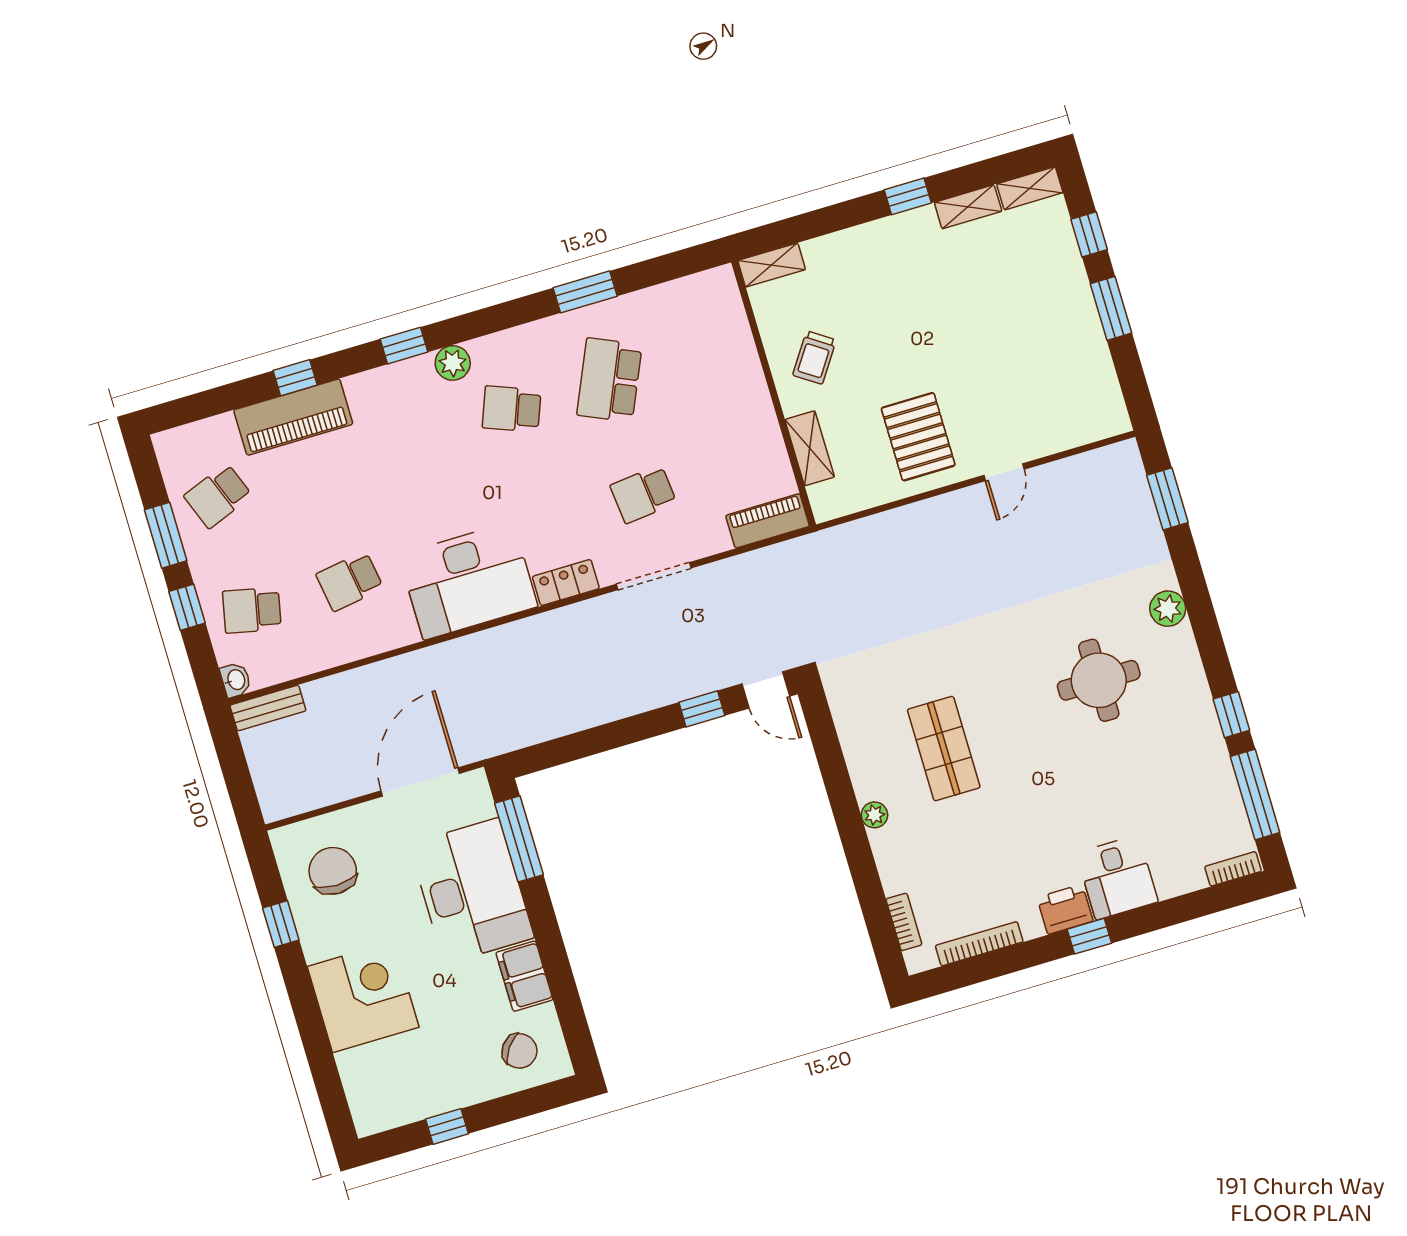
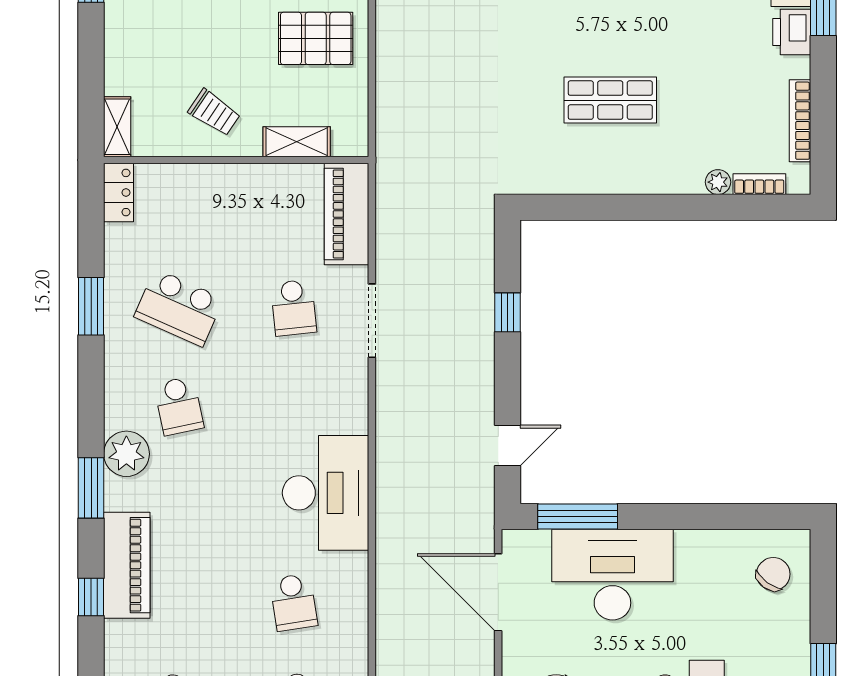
window: (404, 346) -> (91, 488), width x1.50
plant: (453, 363) -> (126, 454), width x1.36, depth x1.36
school desk: (512, 409) -> (179, 406), turned -33
piano: (293, 417) -> (127, 565), moved
piano: (768, 521) -> (347, 214), width x1.37, depth x1.33
locker: (566, 583) -> (119, 193), moved, turned 180
door: (766, 690) -> (508, 446), moved
plant: (874, 815) -> (718, 182), moved
filing cabinet: (524, 976) -> (706, 549), removed

